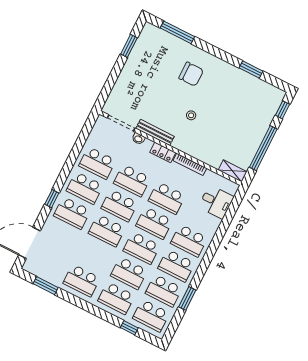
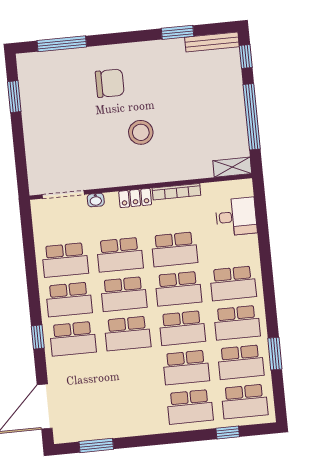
stool: (191, 115) -> (141, 132), width x1.89, depth x1.89
bench: (155, 132) -> (212, 42), moved
school desk: (82, 281) -> (135, 412), removed

